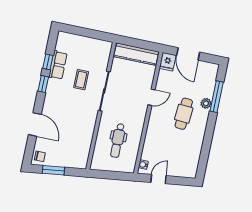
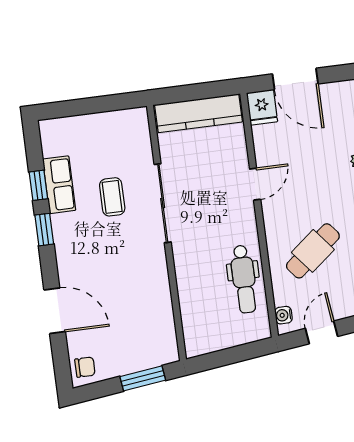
cafe table: (184, 114) -> (313, 251), moved, turned 47
dental chair: (118, 140) -> (244, 279), moved
window: (53, 170) -> (143, 378), moved

